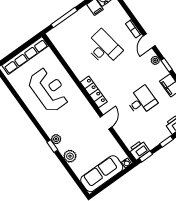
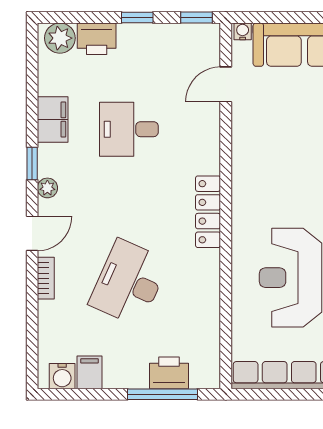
desk: (104, 48) -> (129, 283), turned 33
door: (106, 122) -> (226, 84), moved
printer: (139, 150) -> (169, 373), moved, turned 180

